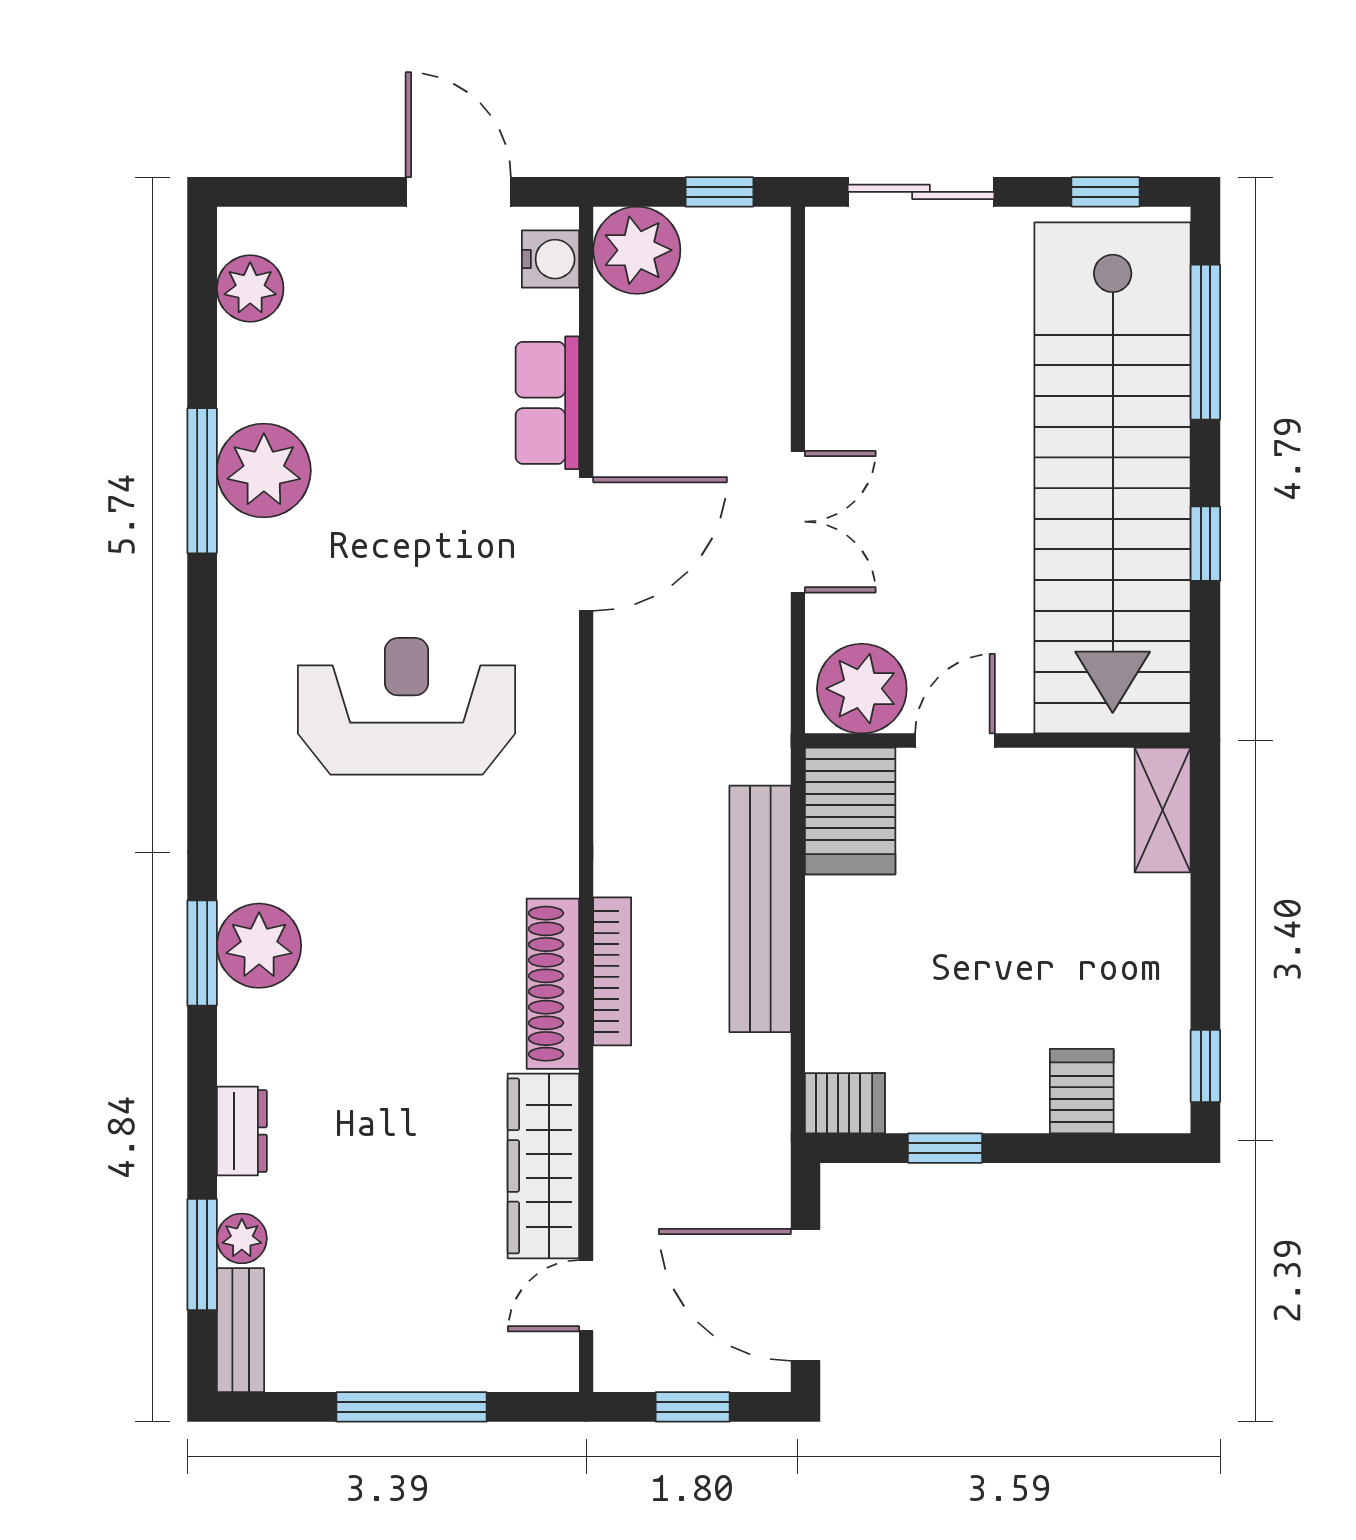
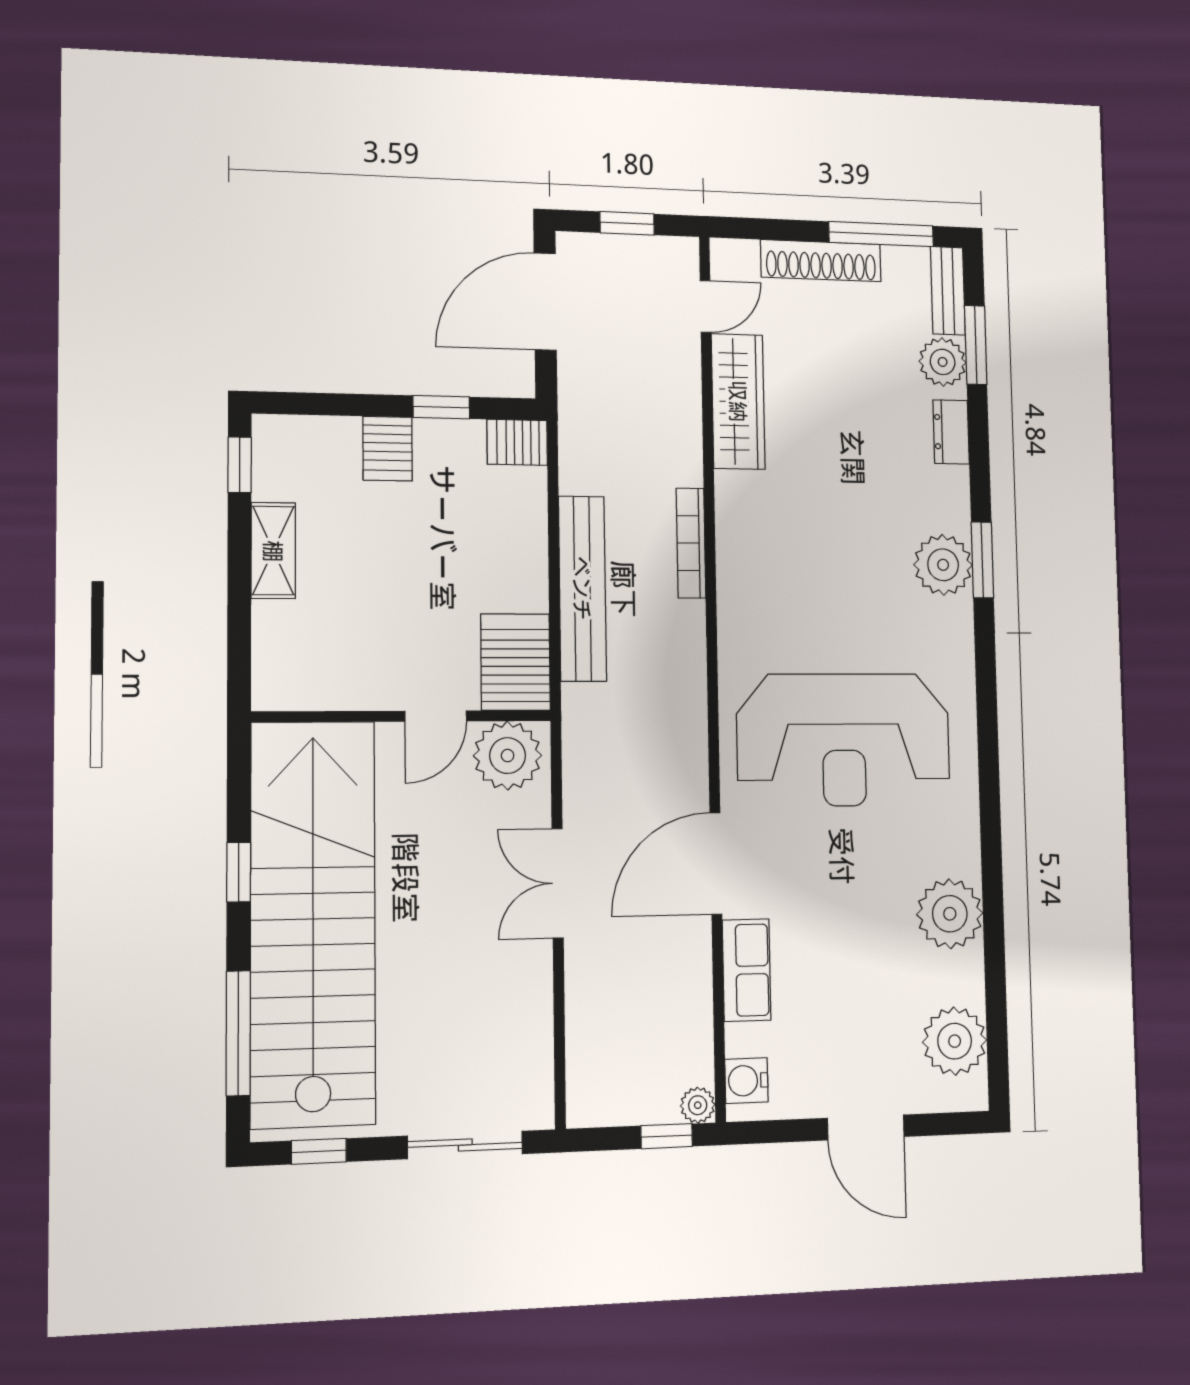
door: (458, 192) -> (866, 1127), moved
window: (719, 192) -> (667, 1136), moved
plant: (637, 250) -> (698, 1105), width x0.53, depth x0.53
plant: (250, 289) -> (955, 1041), width x1.36, depth x1.36
window: (202, 481) -> (993, 905), removed
reception desk: (407, 706) -> (844, 740), width x1.36, depth x1.30
shelving: (1163, 810) -> (273, 551), moved
shoe rack: (553, 984) -> (821, 261), moved, turned 90
server rack: (1082, 1091) -> (388, 449), moved
plant: (242, 1238) -> (943, 362), width x1.38, depth x1.38
door: (806, 1295) -> (545, 302), swing flipped
window: (412, 1407) -> (881, 234), moved

